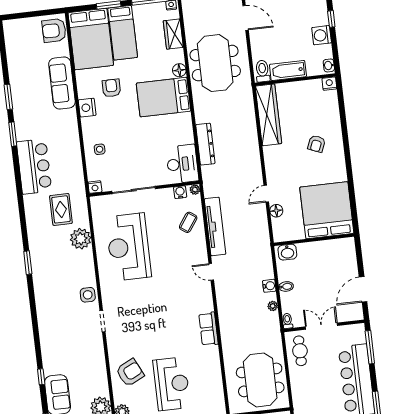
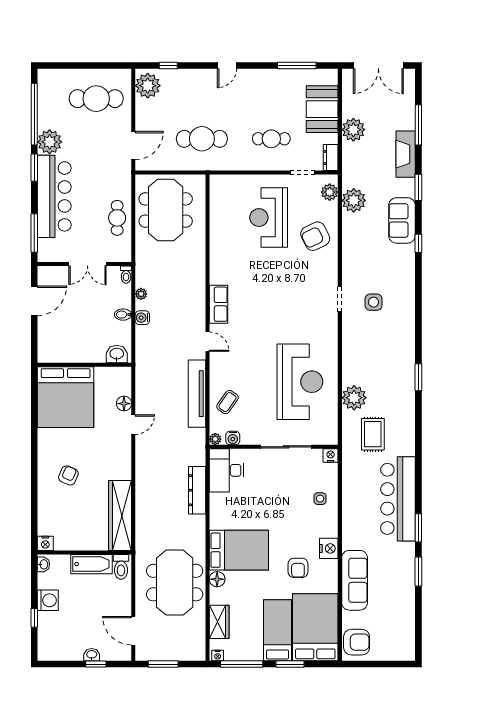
bar counter: (34, 166) -> (398, 499), width x1.36
side table: (88, 295) -> (374, 302), moved
row of seats: (208, 329) -> (218, 304), moved
cafe table: (300, 351) -> (117, 218), moved

